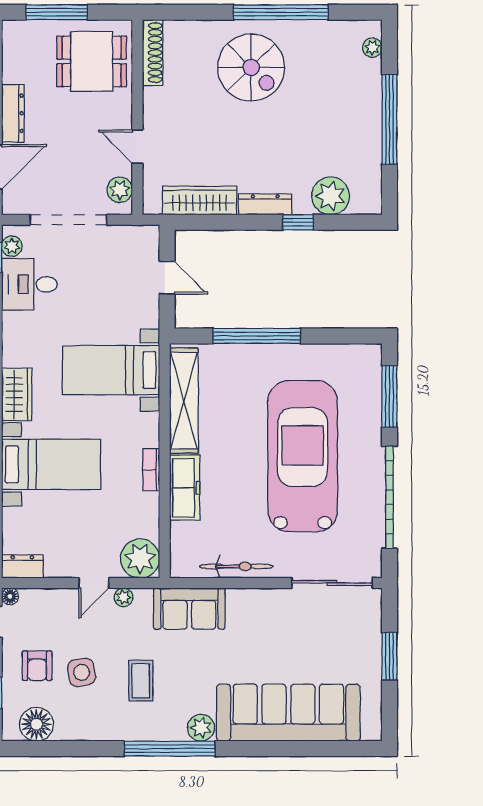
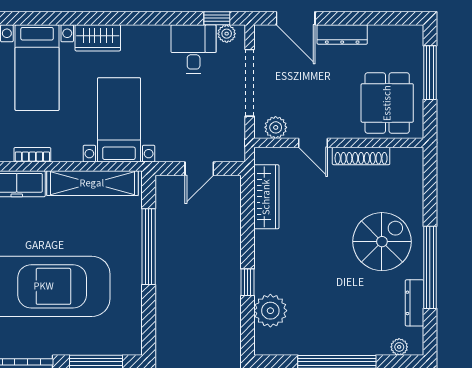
shoe rack: (153, 53) -> (361, 156), moved
spiral stairs: (251, 67) -> (382, 242), turned 180
door: (137, 147) -> (313, 143), swing flipped
dresser: (265, 204) -> (414, 303), moved, turned 180

